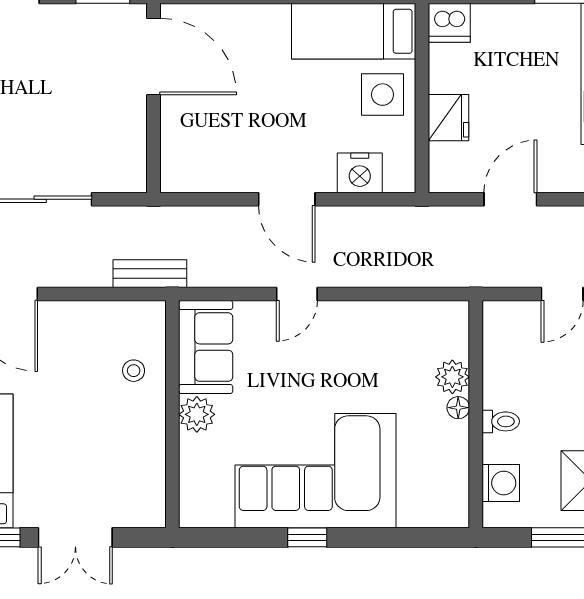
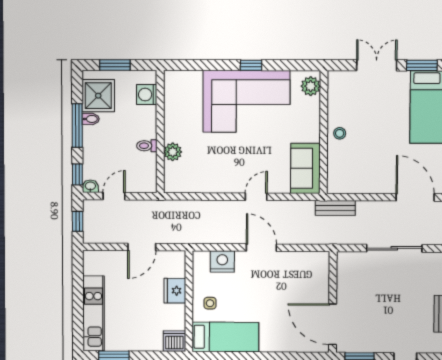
side table: (383, 95) -> (210, 303), width x0.54, depth x0.54
stool: (134, 371) -> (340, 133), moved
floor lamp: (458, 408) -> (170, 135), removed
plant: (197, 414) -> (311, 86), moved
toilet: (501, 421) -> (147, 146), moved

